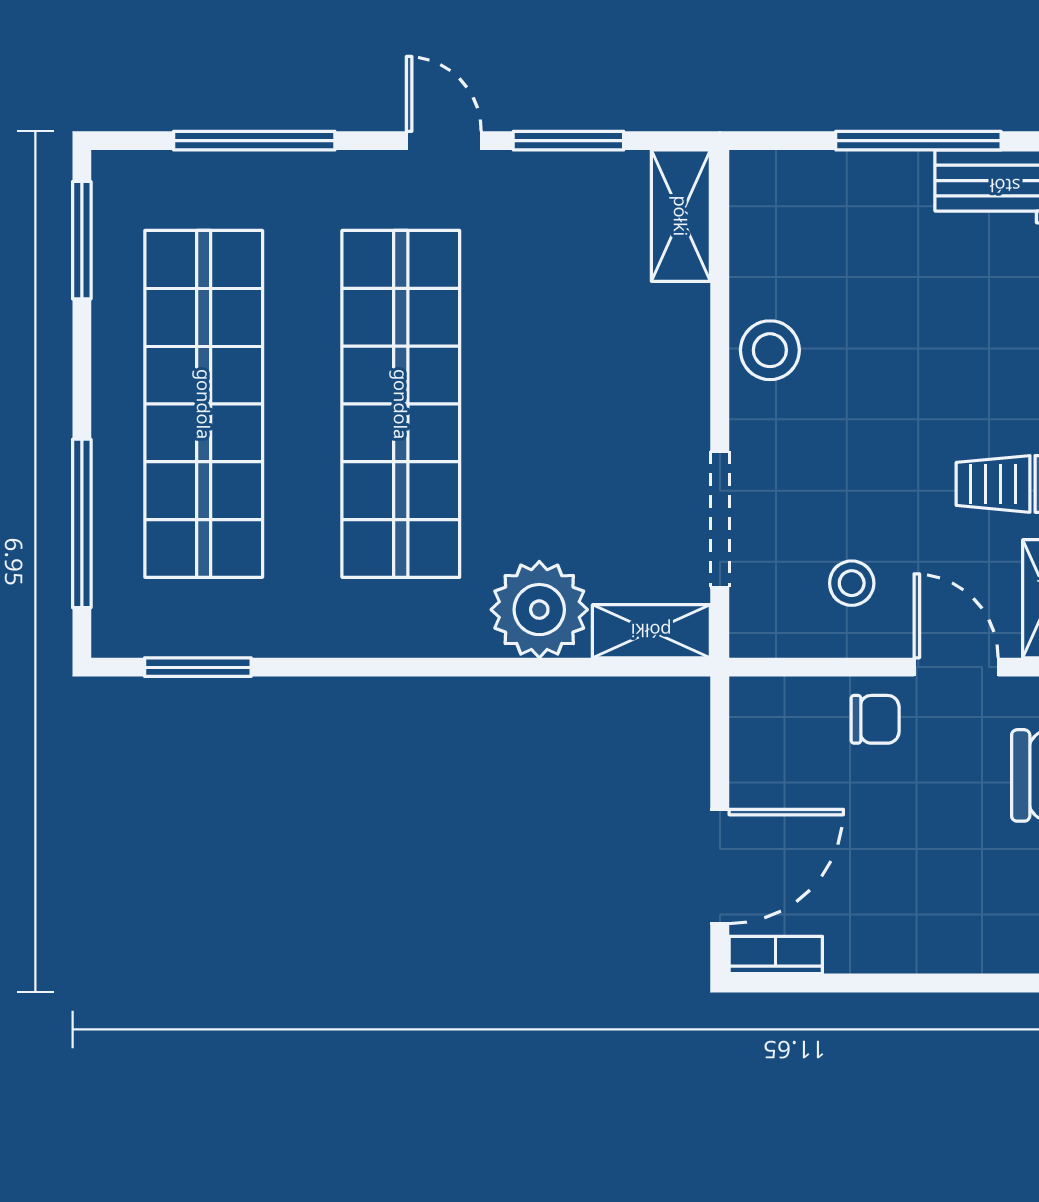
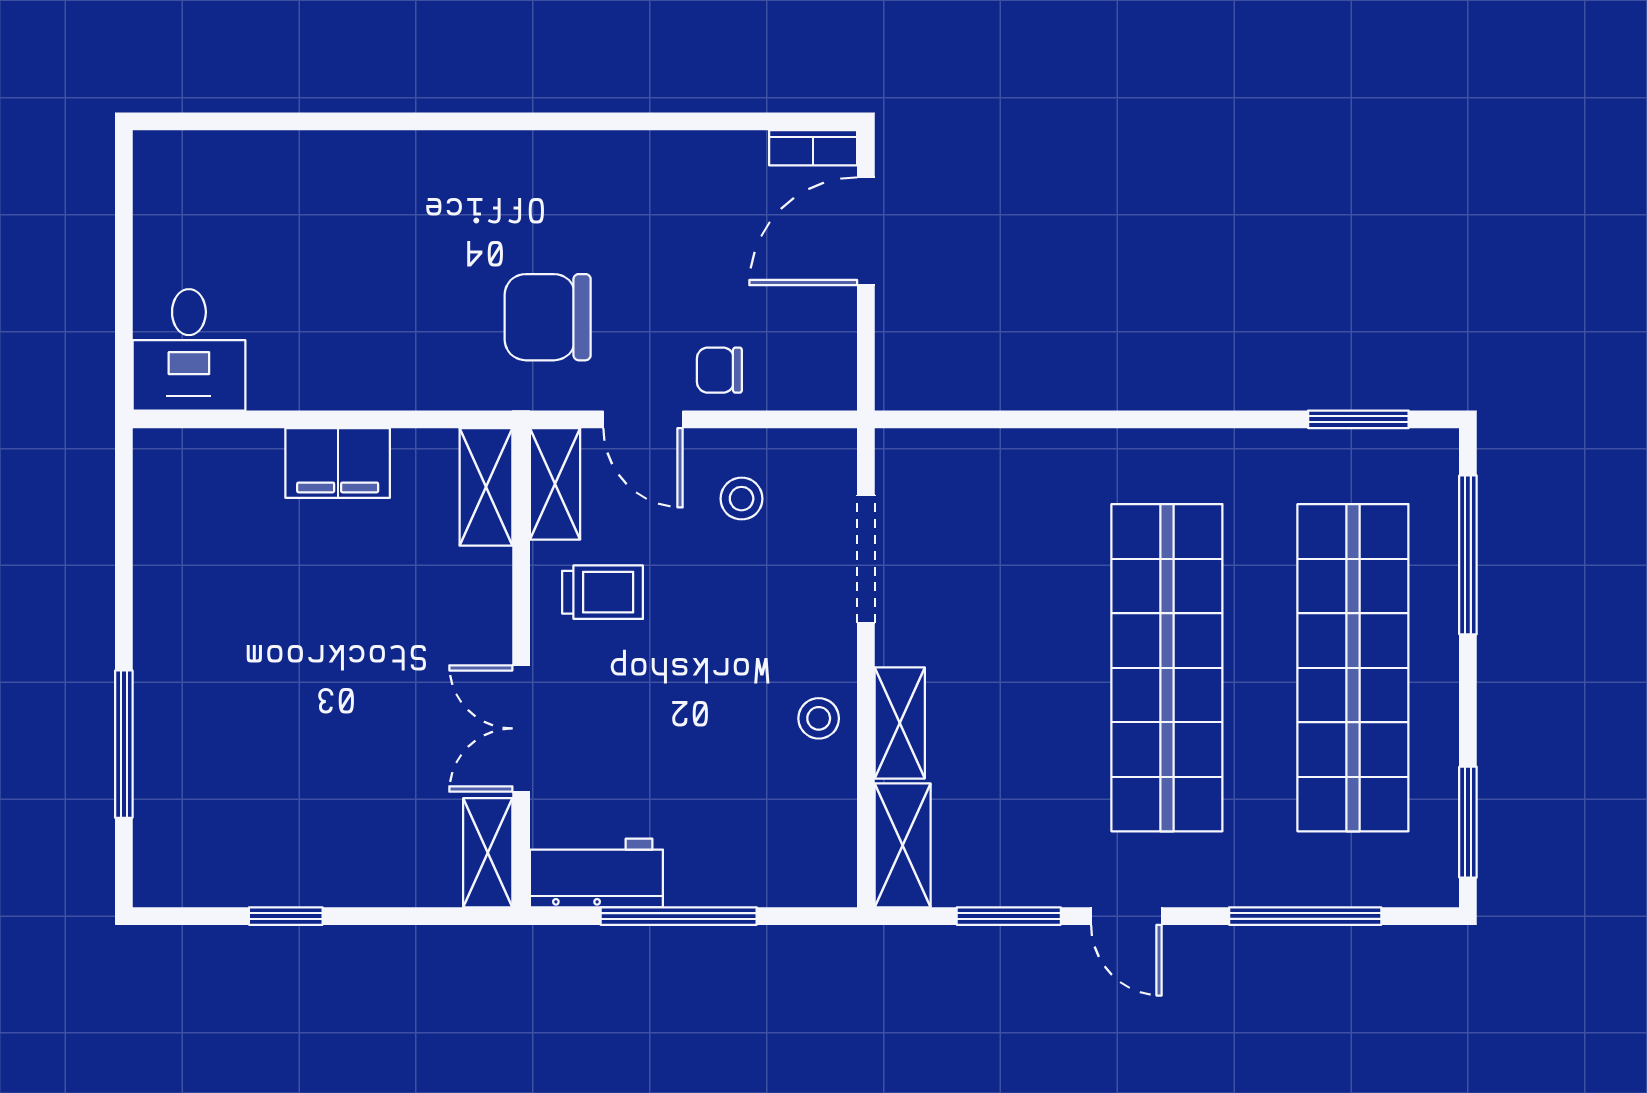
stool: (770, 350) -> (819, 718), width x0.73, depth x0.73
plant: (539, 610) -> (1036, 474), removed
shelving: (651, 631) -> (900, 723), moved, turned 90

